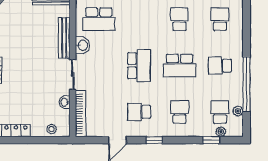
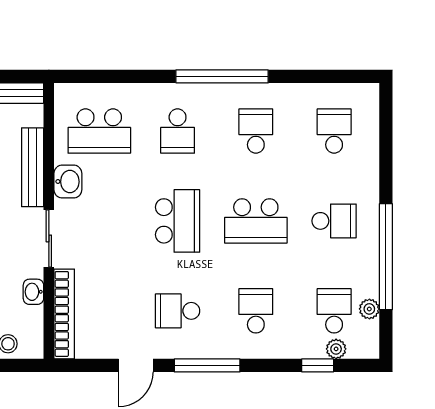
school desk: (139, 19) -> (178, 131), added
school desk: (220, 66) -> (334, 221), turned 180
window: (154, 140) -> (207, 365), width x2.17

